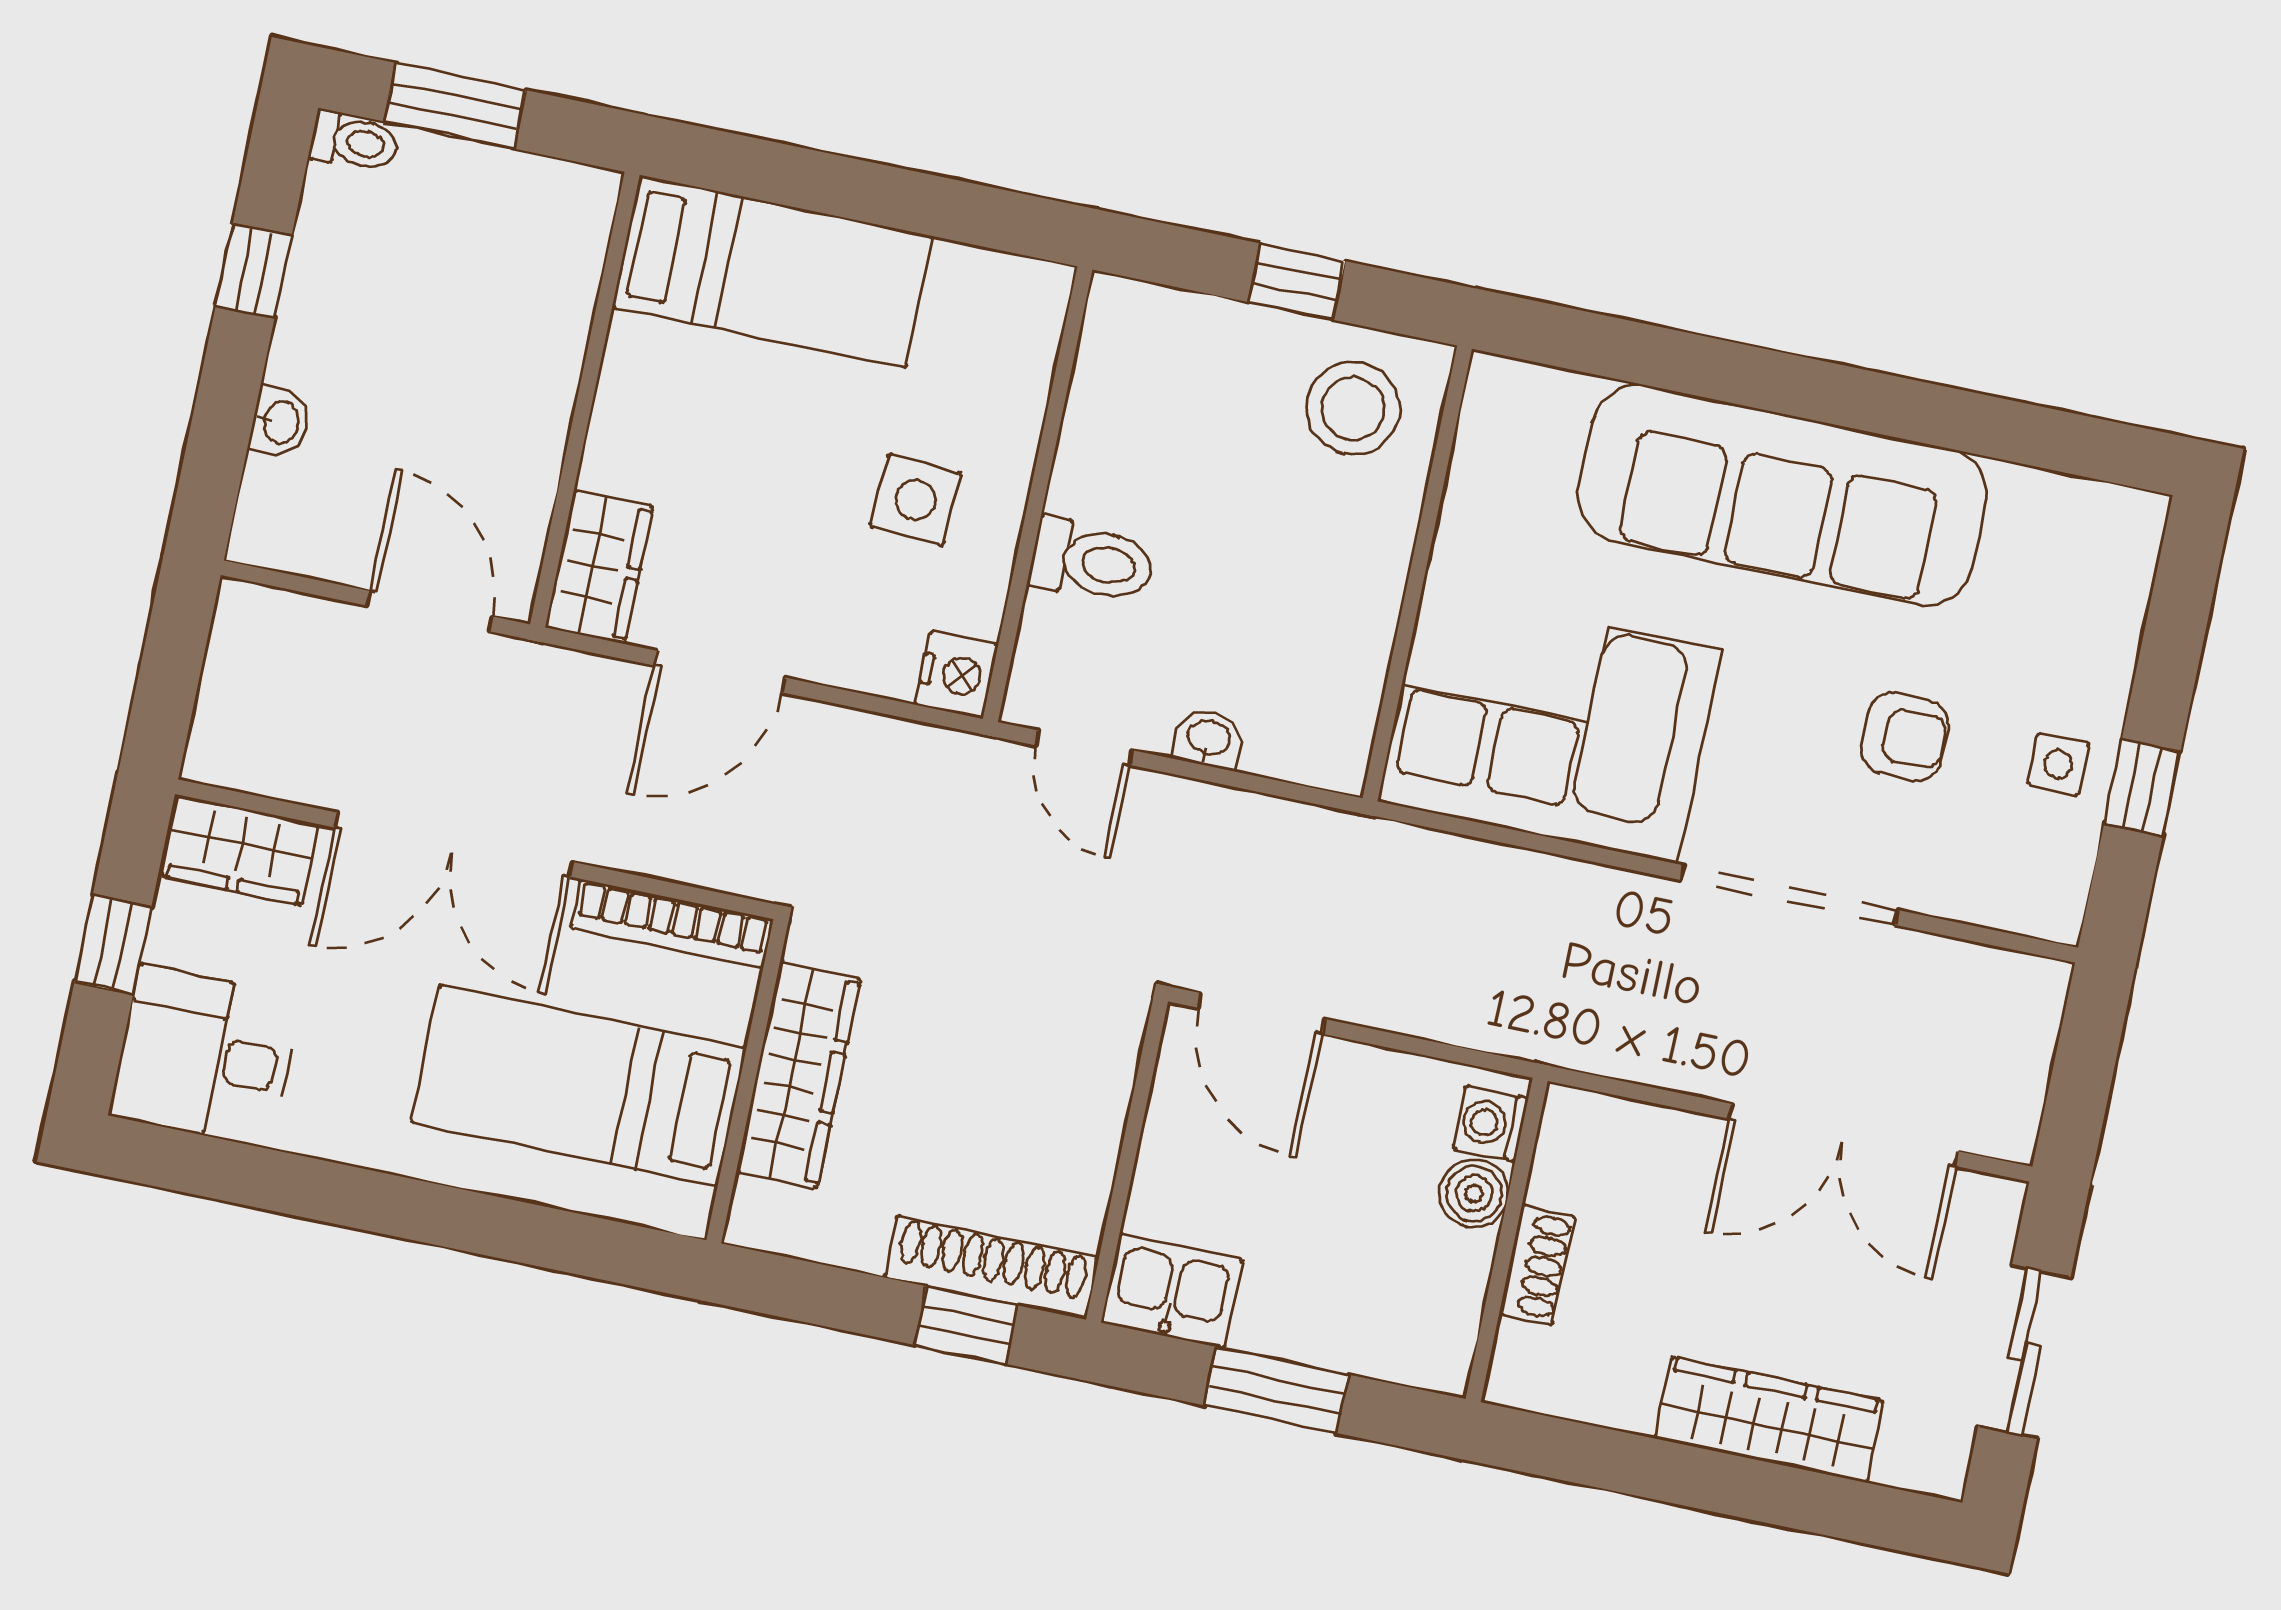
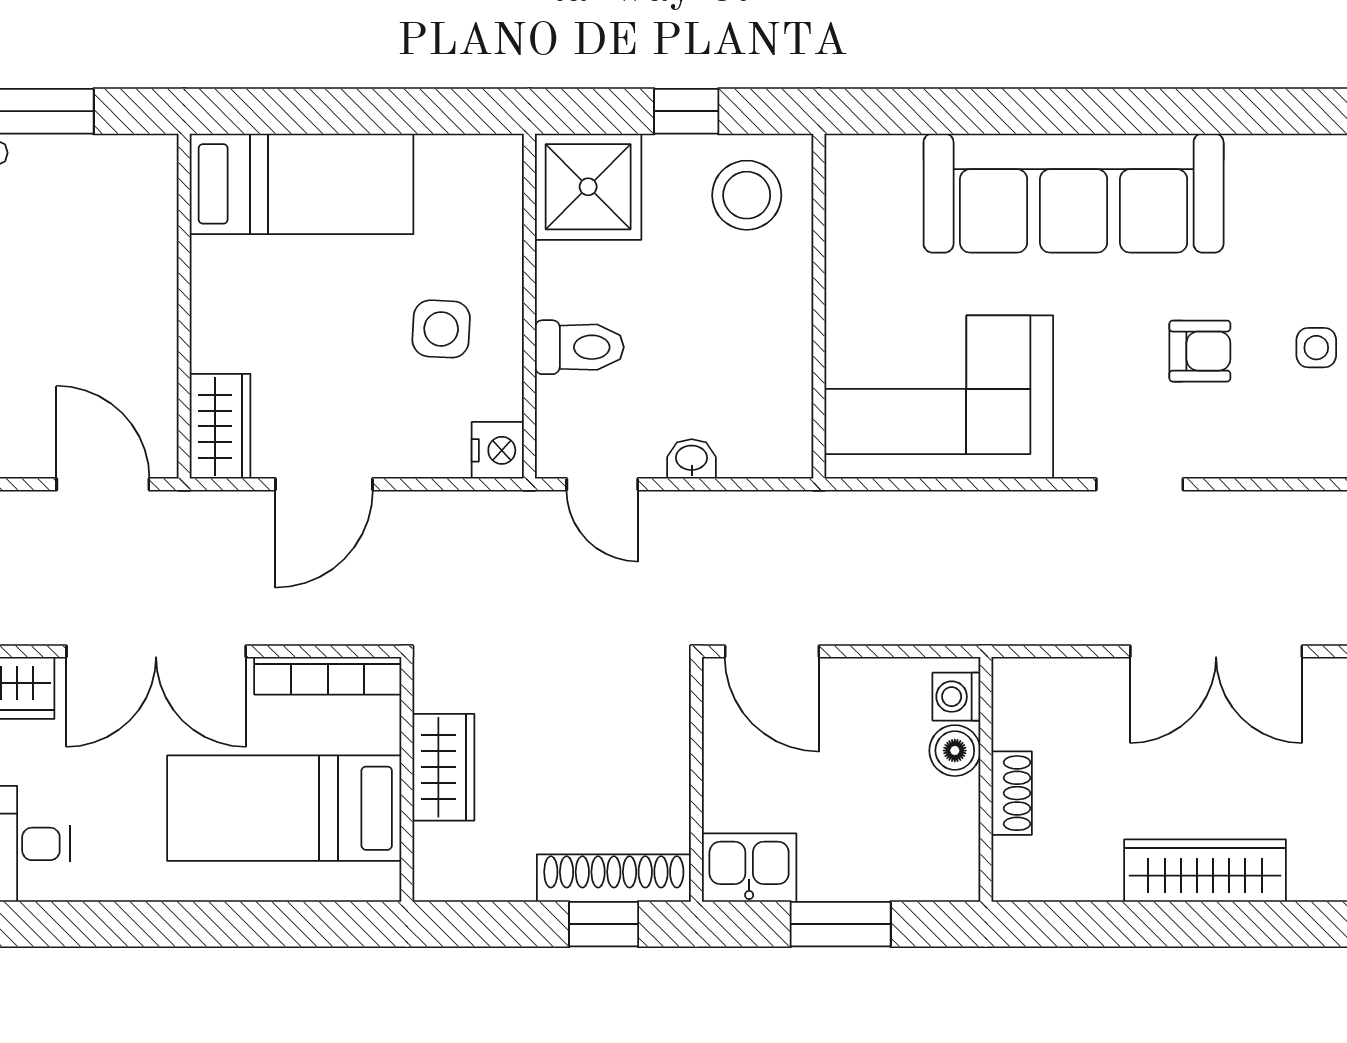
shower: (1147, 354) -> (588, 187), added
doorway: (1789, 895) -> (1140, 484), width x0.53
wardrobe: (799, 1075) -> (443, 767), width x0.67

